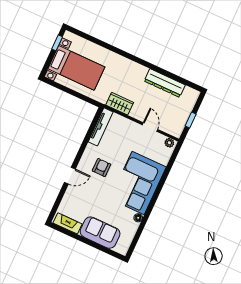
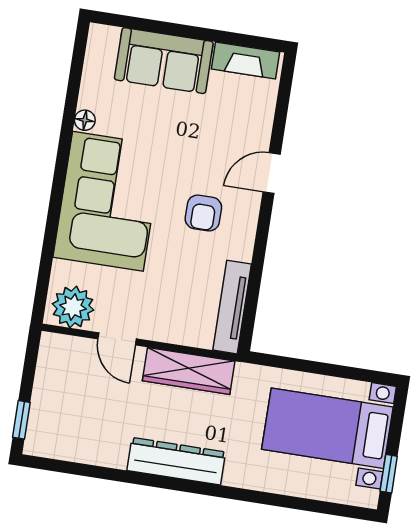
dresser: (165, 83) -> (176, 461), moved
wardrobe: (120, 104) -> (189, 371), width x1.50
window: (191, 120) -> (21, 420), moved
plant: (169, 143) -> (73, 307), width x1.88, depth x1.88

